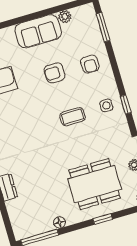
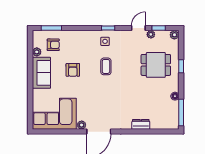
armchair: (90, 64) -> (53, 45), moved
dining table: (95, 184) -> (156, 65), width x0.73

